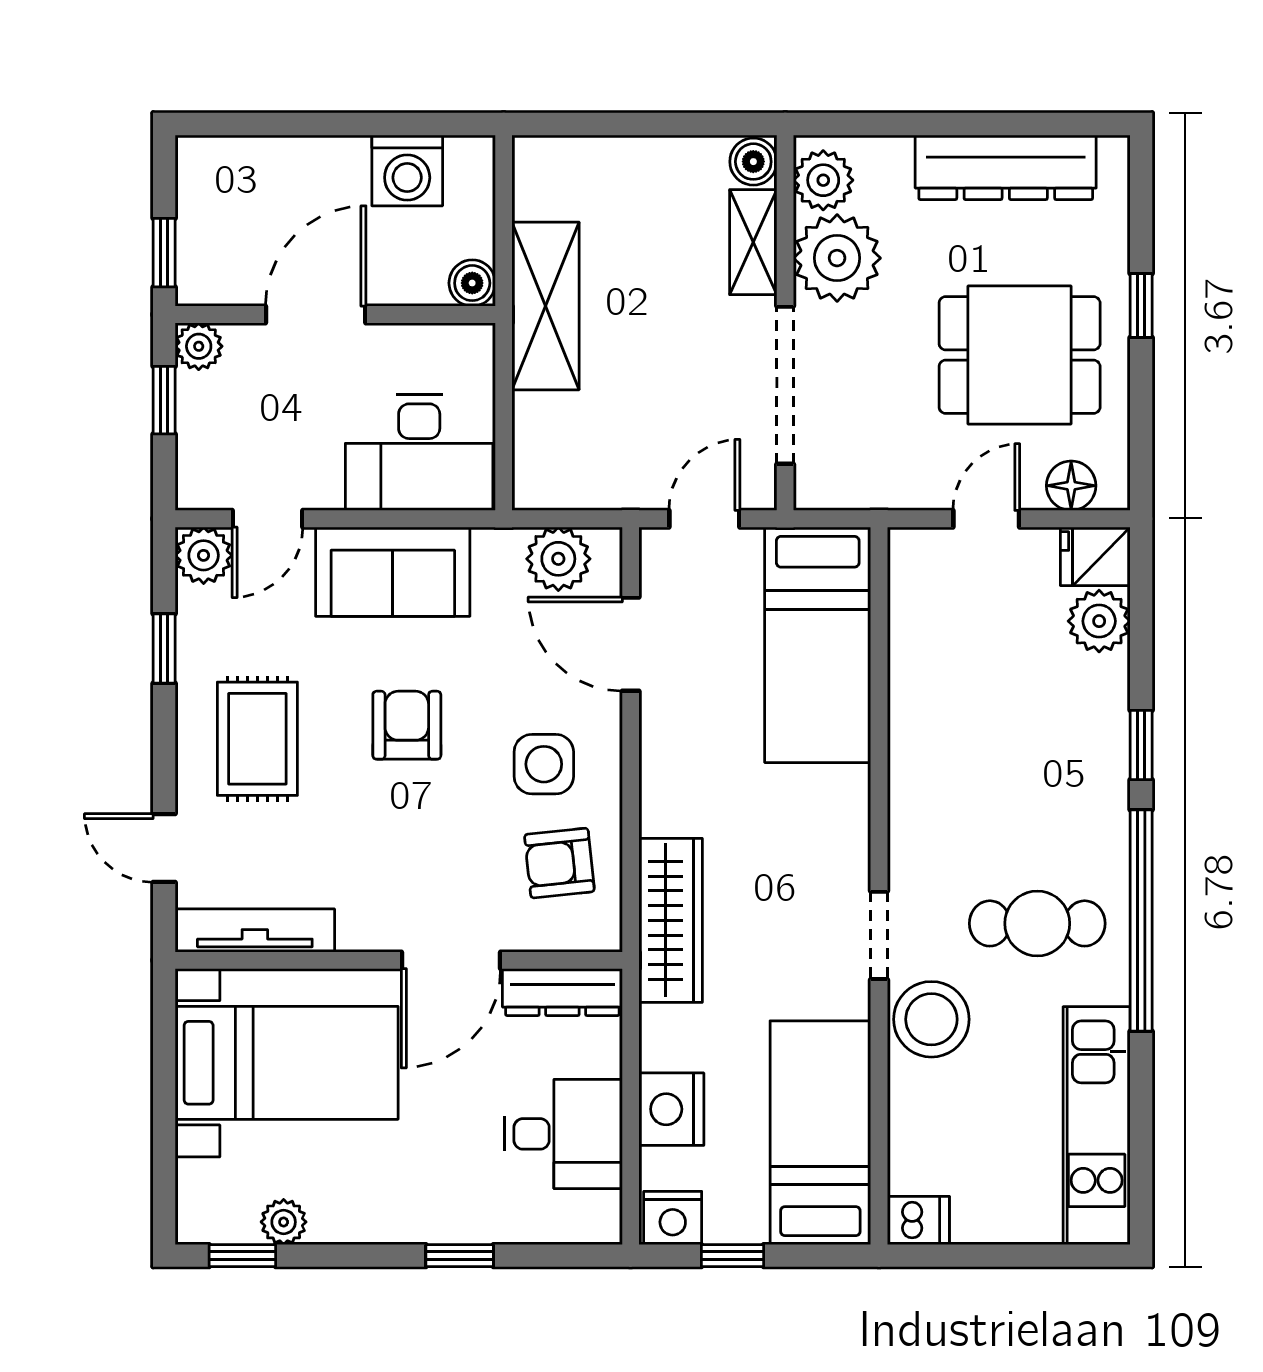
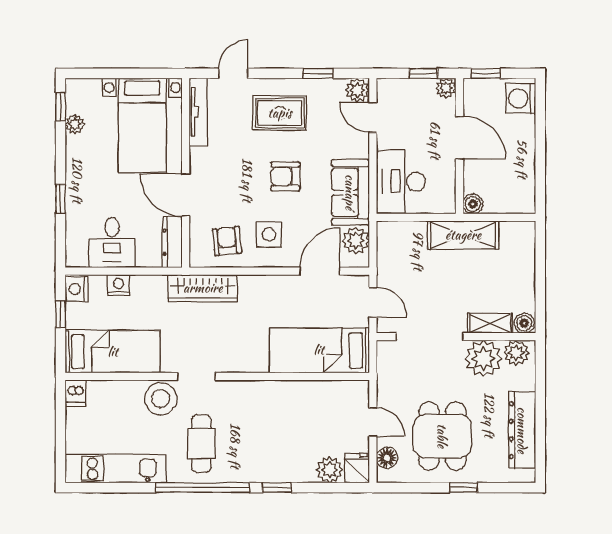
washing machine: (407, 170) -> (521, 98), moved
sofa: (393, 572) -> (350, 192), moved
armchair: (407, 725) -> (285, 176), turned 180
nightstand: (671, 1109) -> (119, 285), width x0.74, depth x0.75

